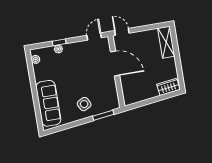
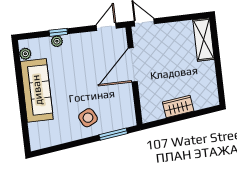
door: (115, 64) -> (133, 65), swing flipped
wardrobe: (168, 87) -> (178, 107), moved
sofa: (48, 103) -> (37, 90), moved

